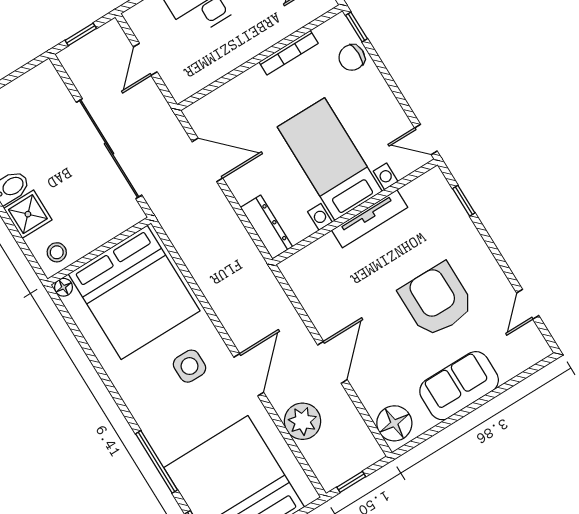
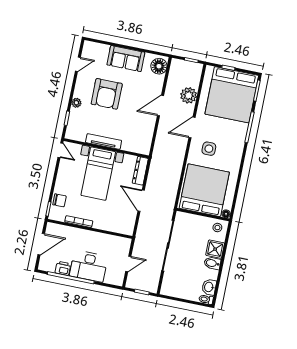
door: (207, 160) -> (141, 201), moved
plant: (472, 240) -> (76, 103), added

